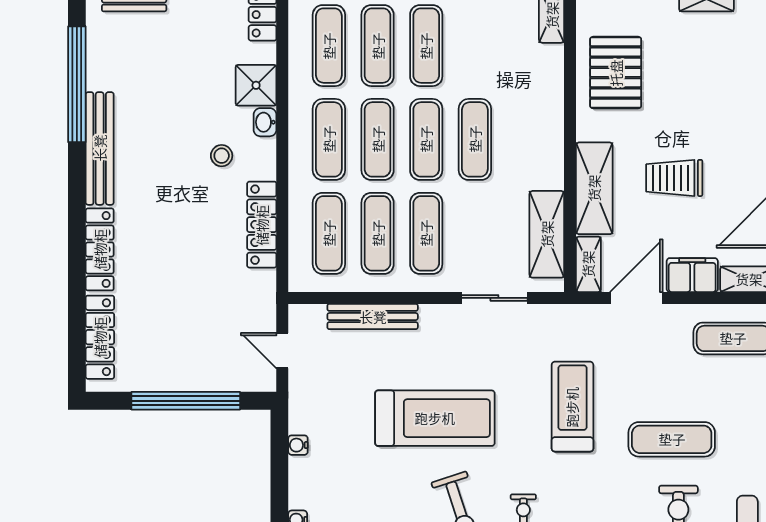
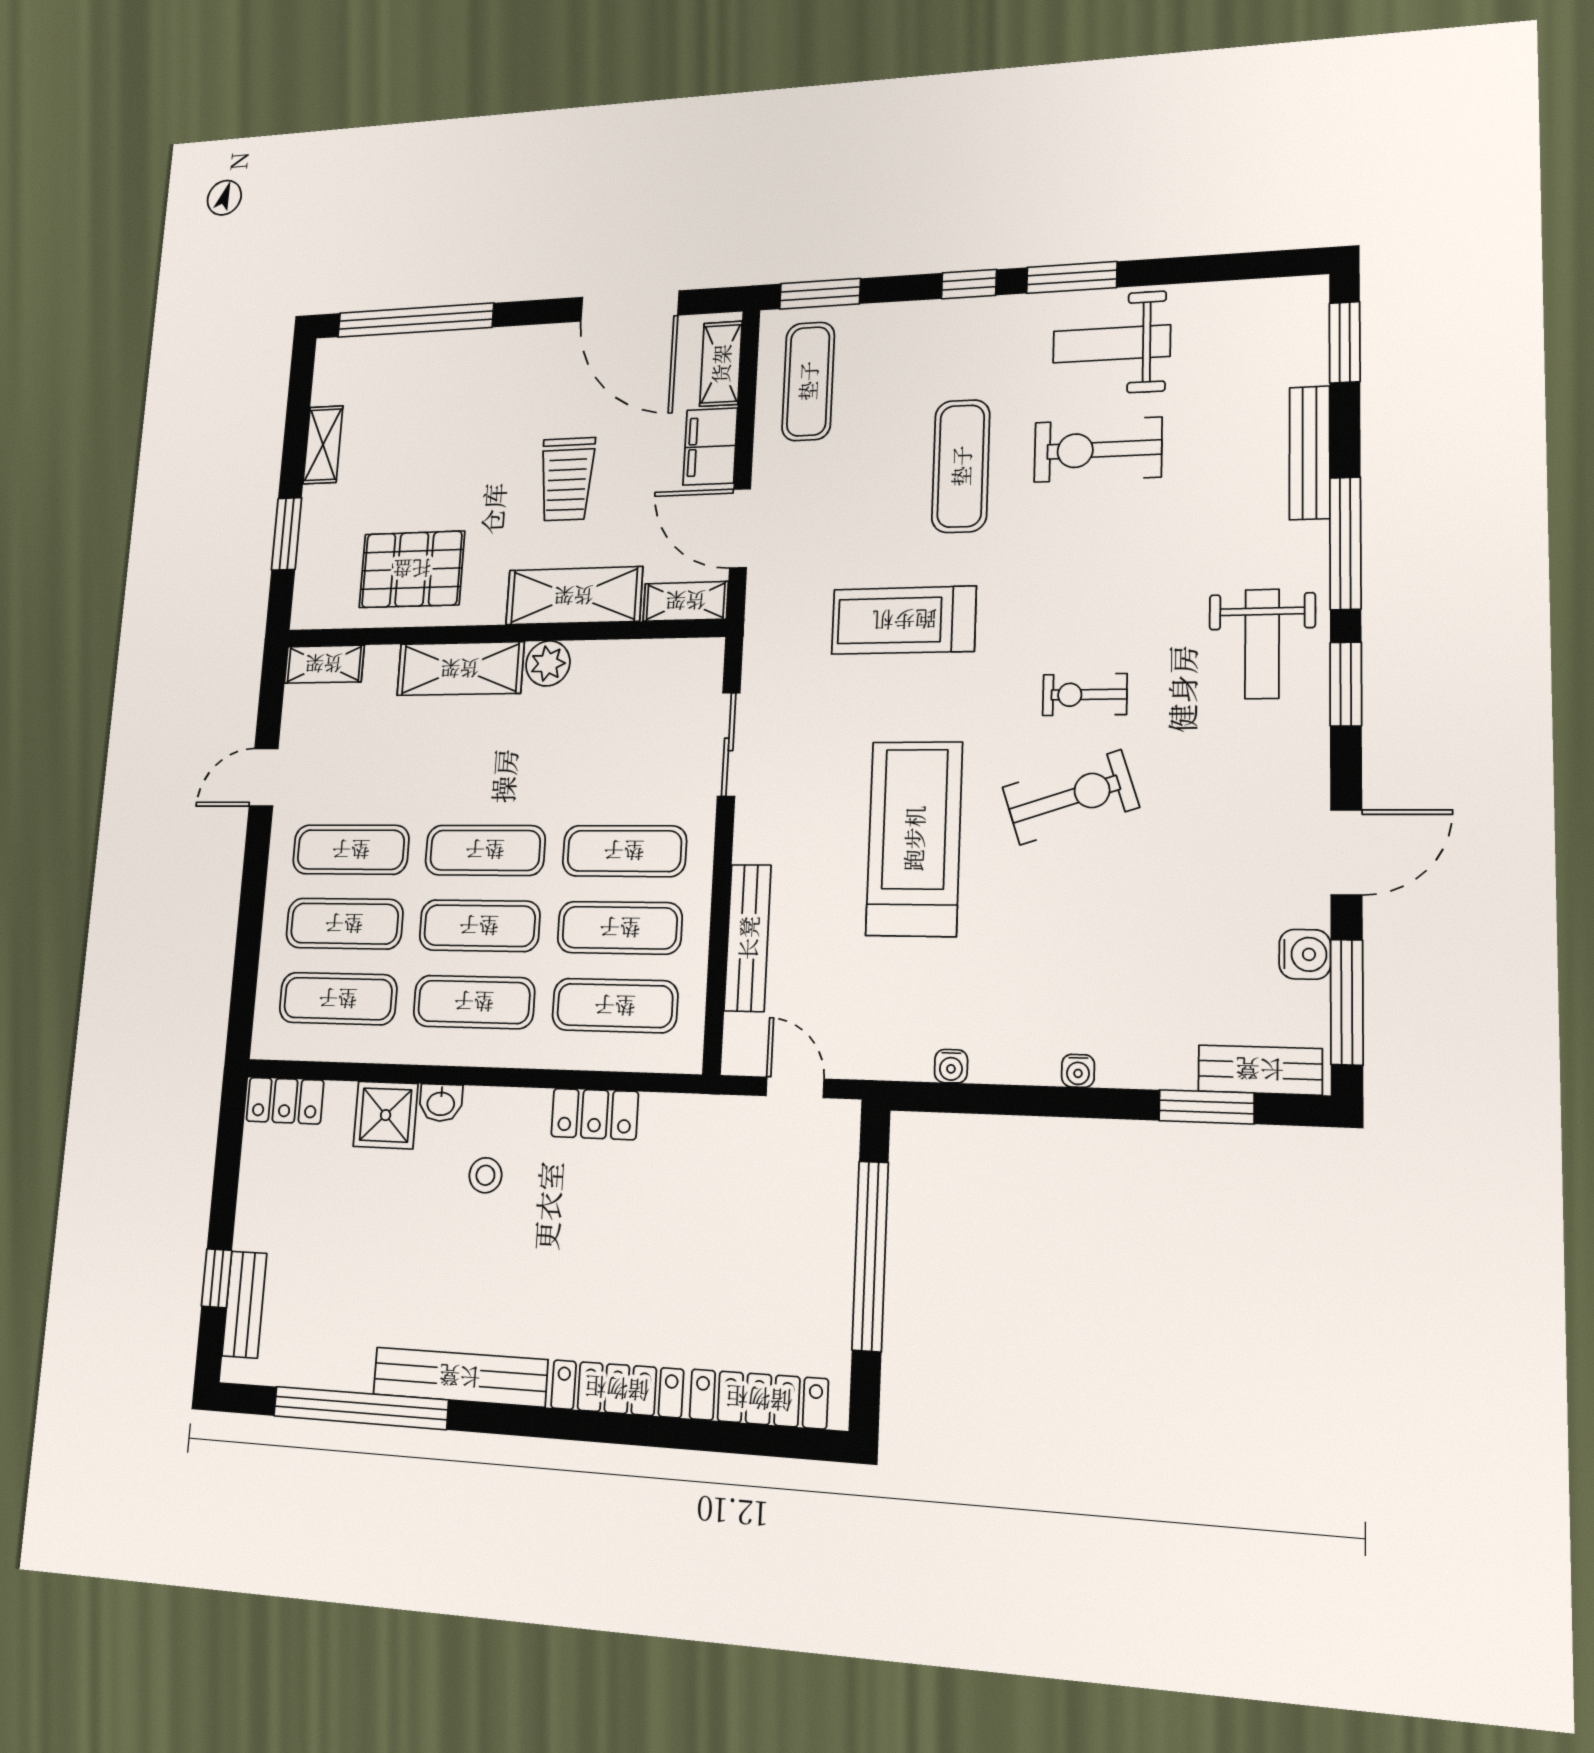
exercise mat: (475, 139) -> (490, 776), removed
plant: (549, 174) -> (548, 663), added
locker: (262, 225) -> (595, 1114), width x0.66
shelving: (547, 234) -> (460, 669), moved
door: (282, 351) -> (795, 1087), swing flipped

